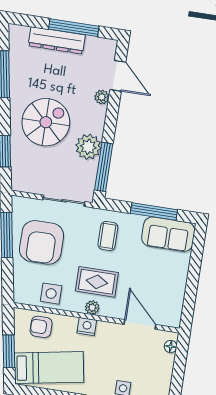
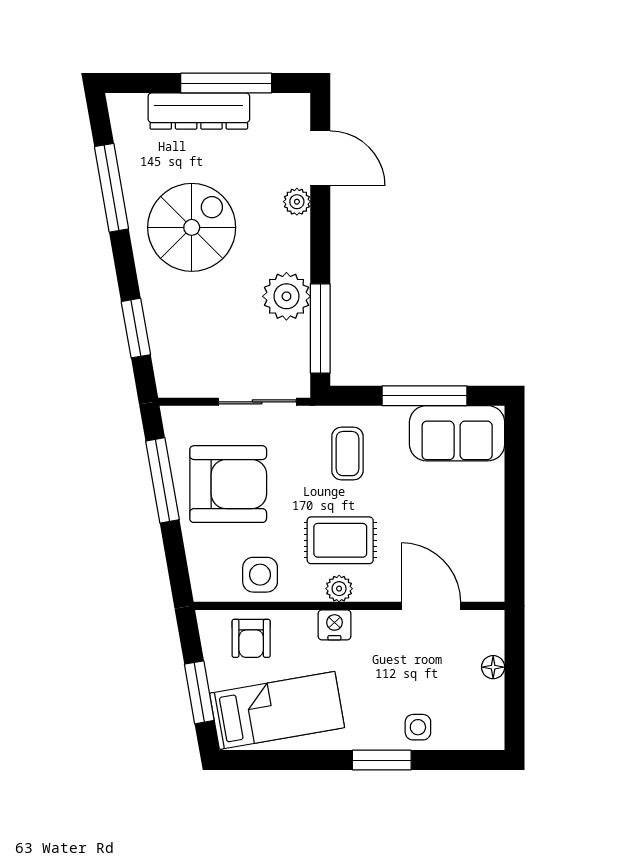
spiral stairs: (46, 122) -> (192, 227), moved
armchair: (42, 242) -> (228, 484), turned -90
armchair: (41, 327) -> (251, 638), turned -90
floor lamp: (171, 347) -> (493, 667), moved

